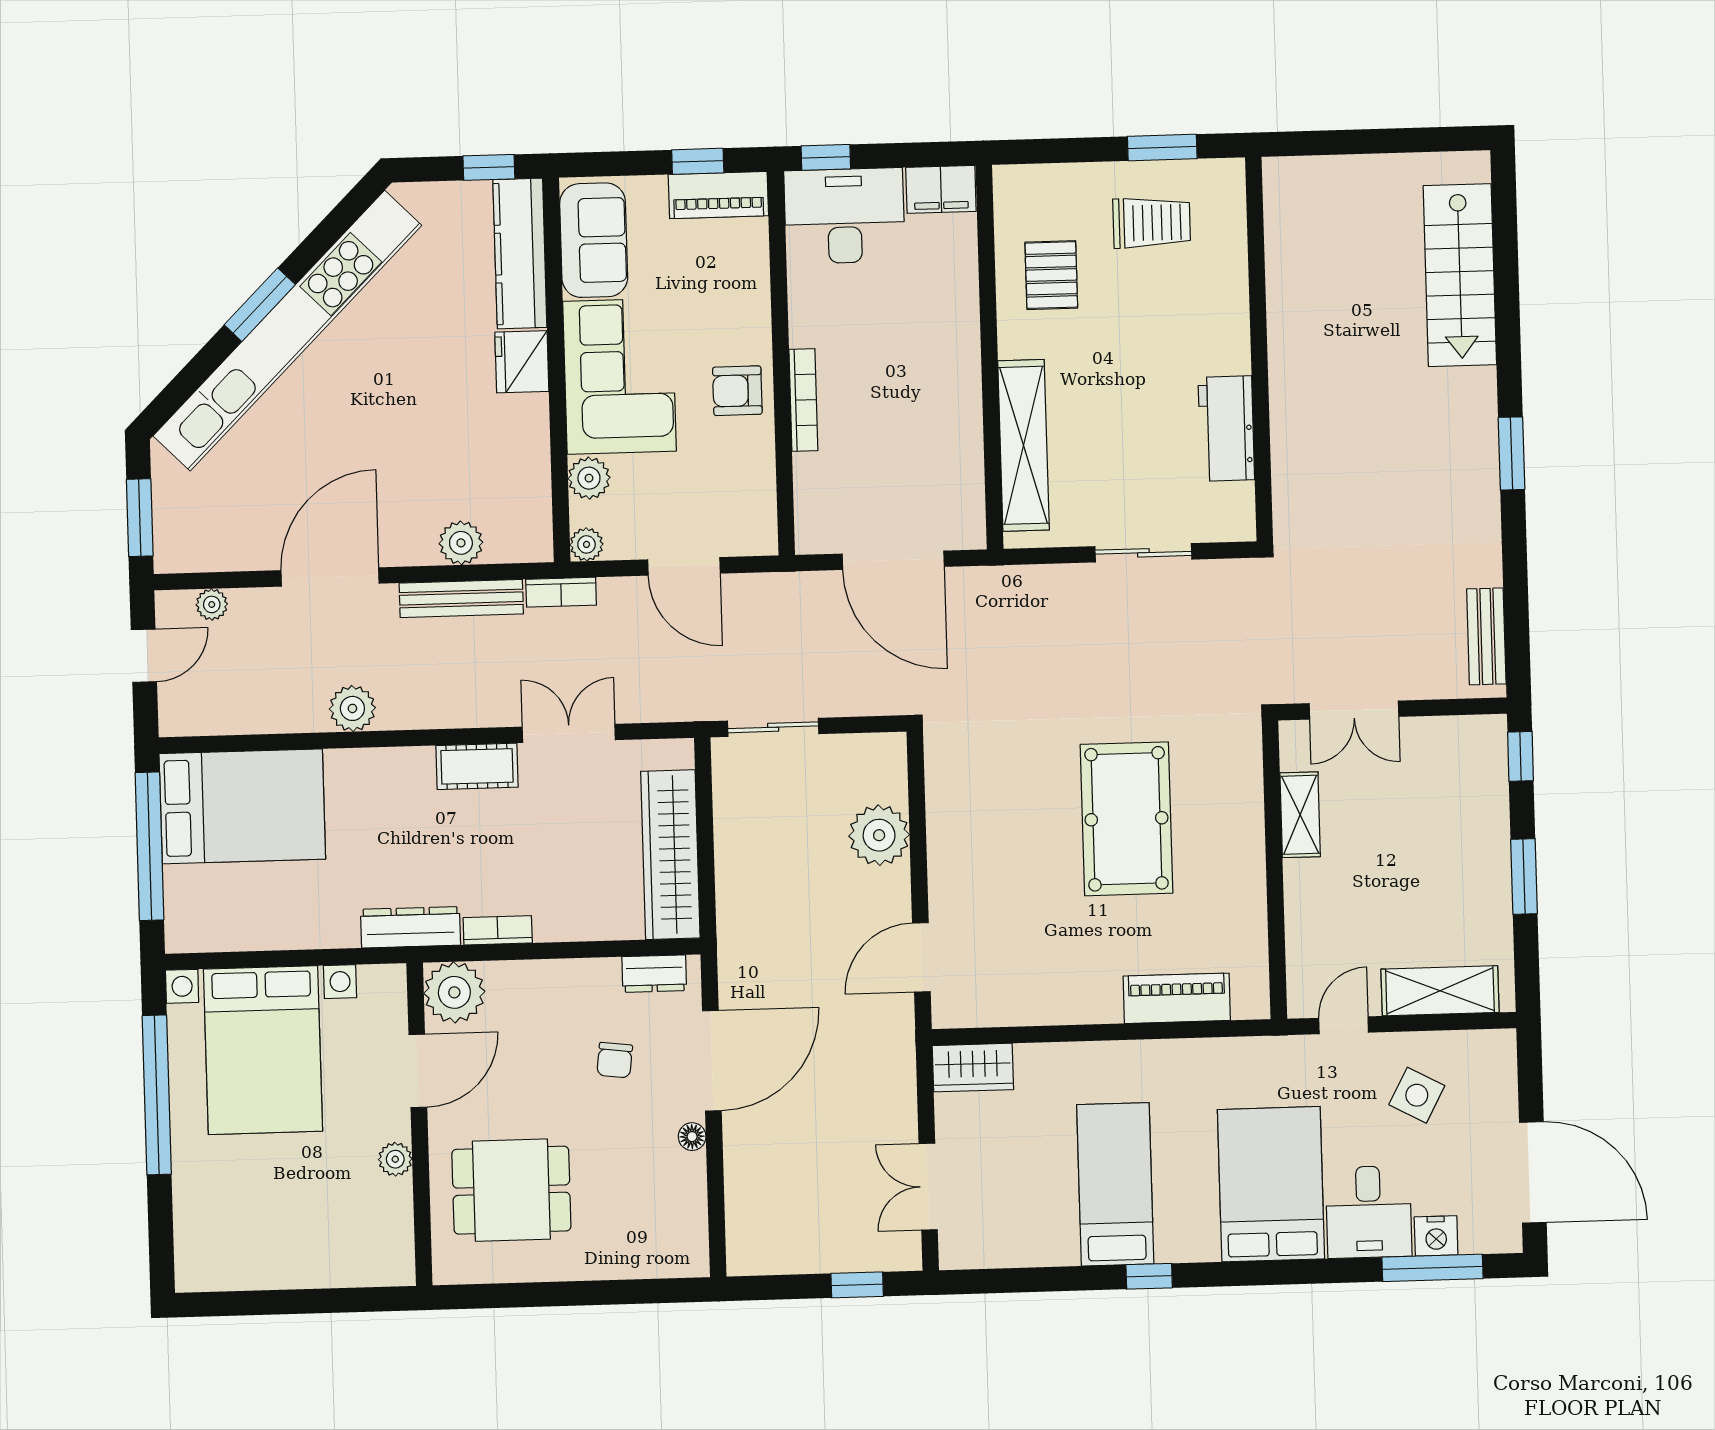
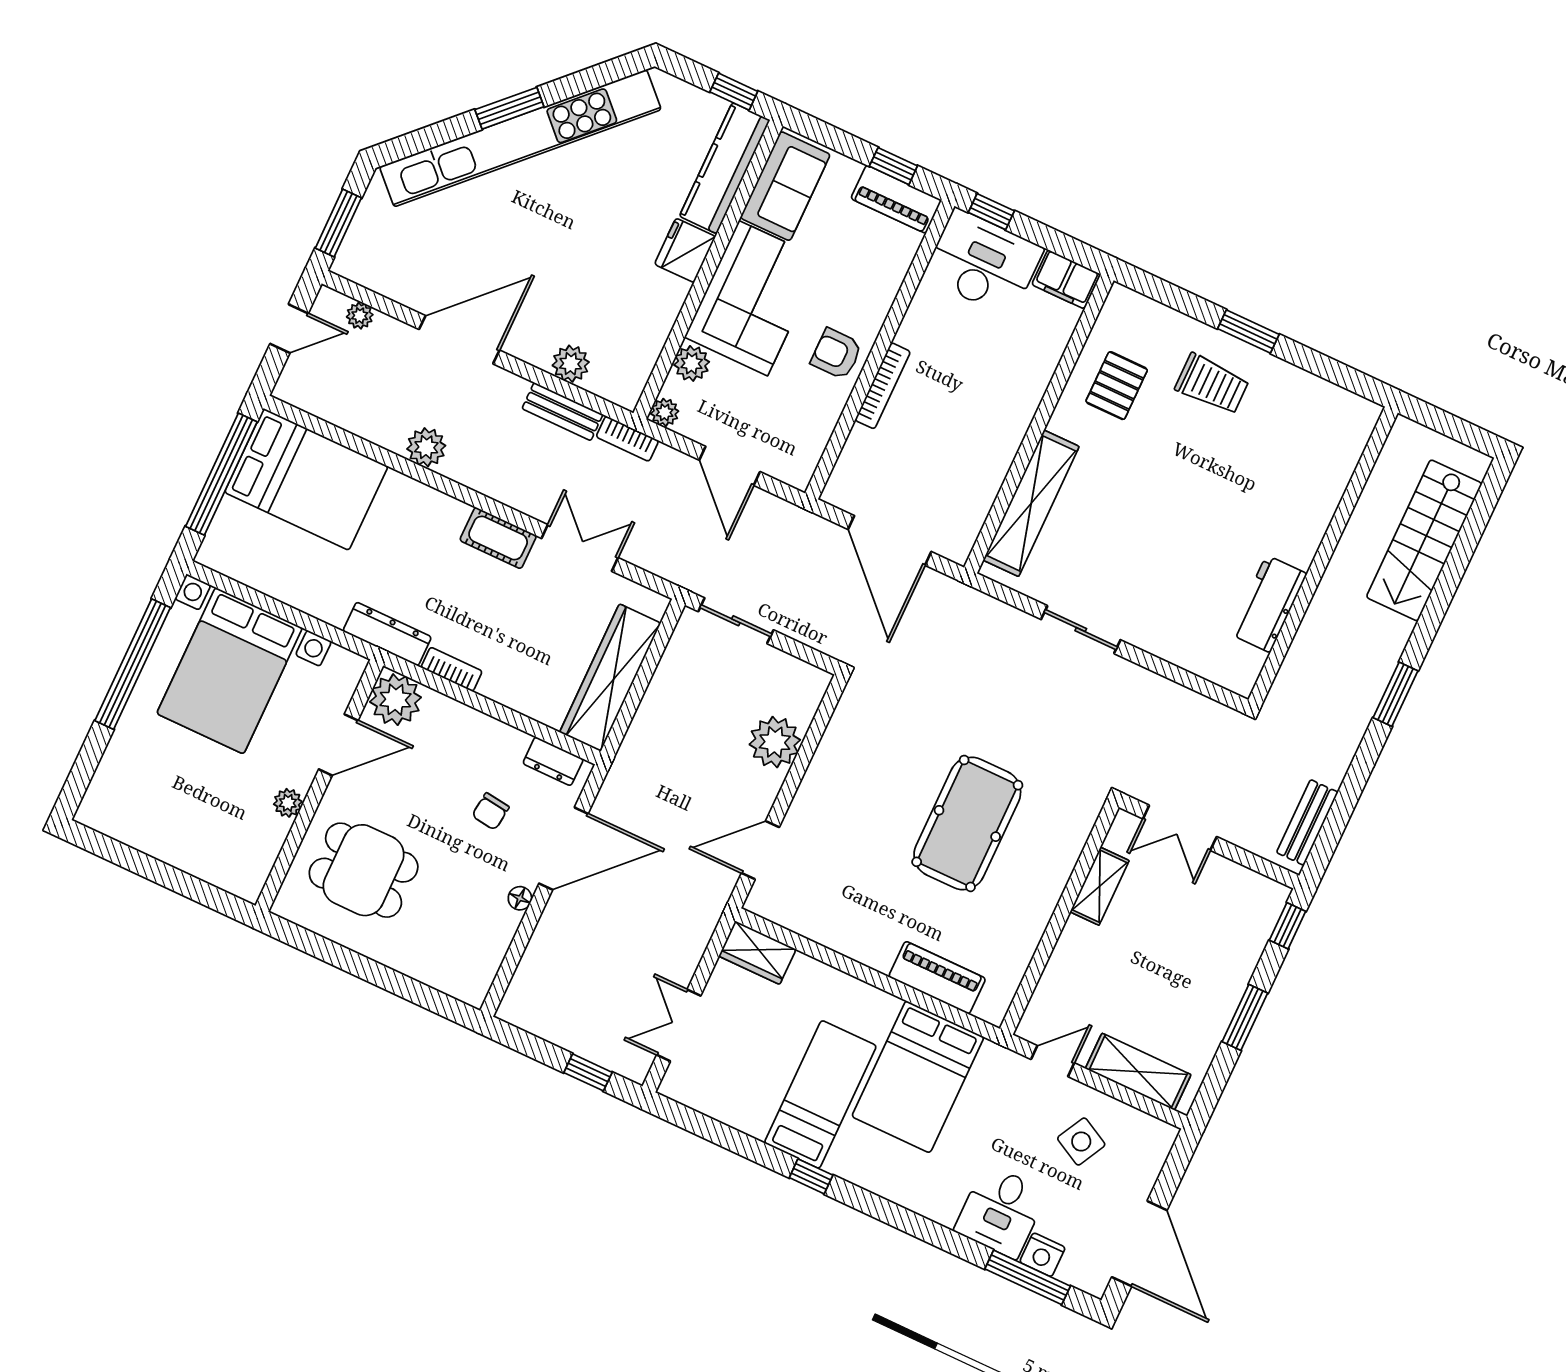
wall: (1259, 349) -> (1323, 556), moved
workbench: (1226, 428) -> (1268, 604), moved
bench: (461, 598) -> (562, 412), width x0.73
bed: (1271, 1184) -> (918, 1077), moved, turned 180

